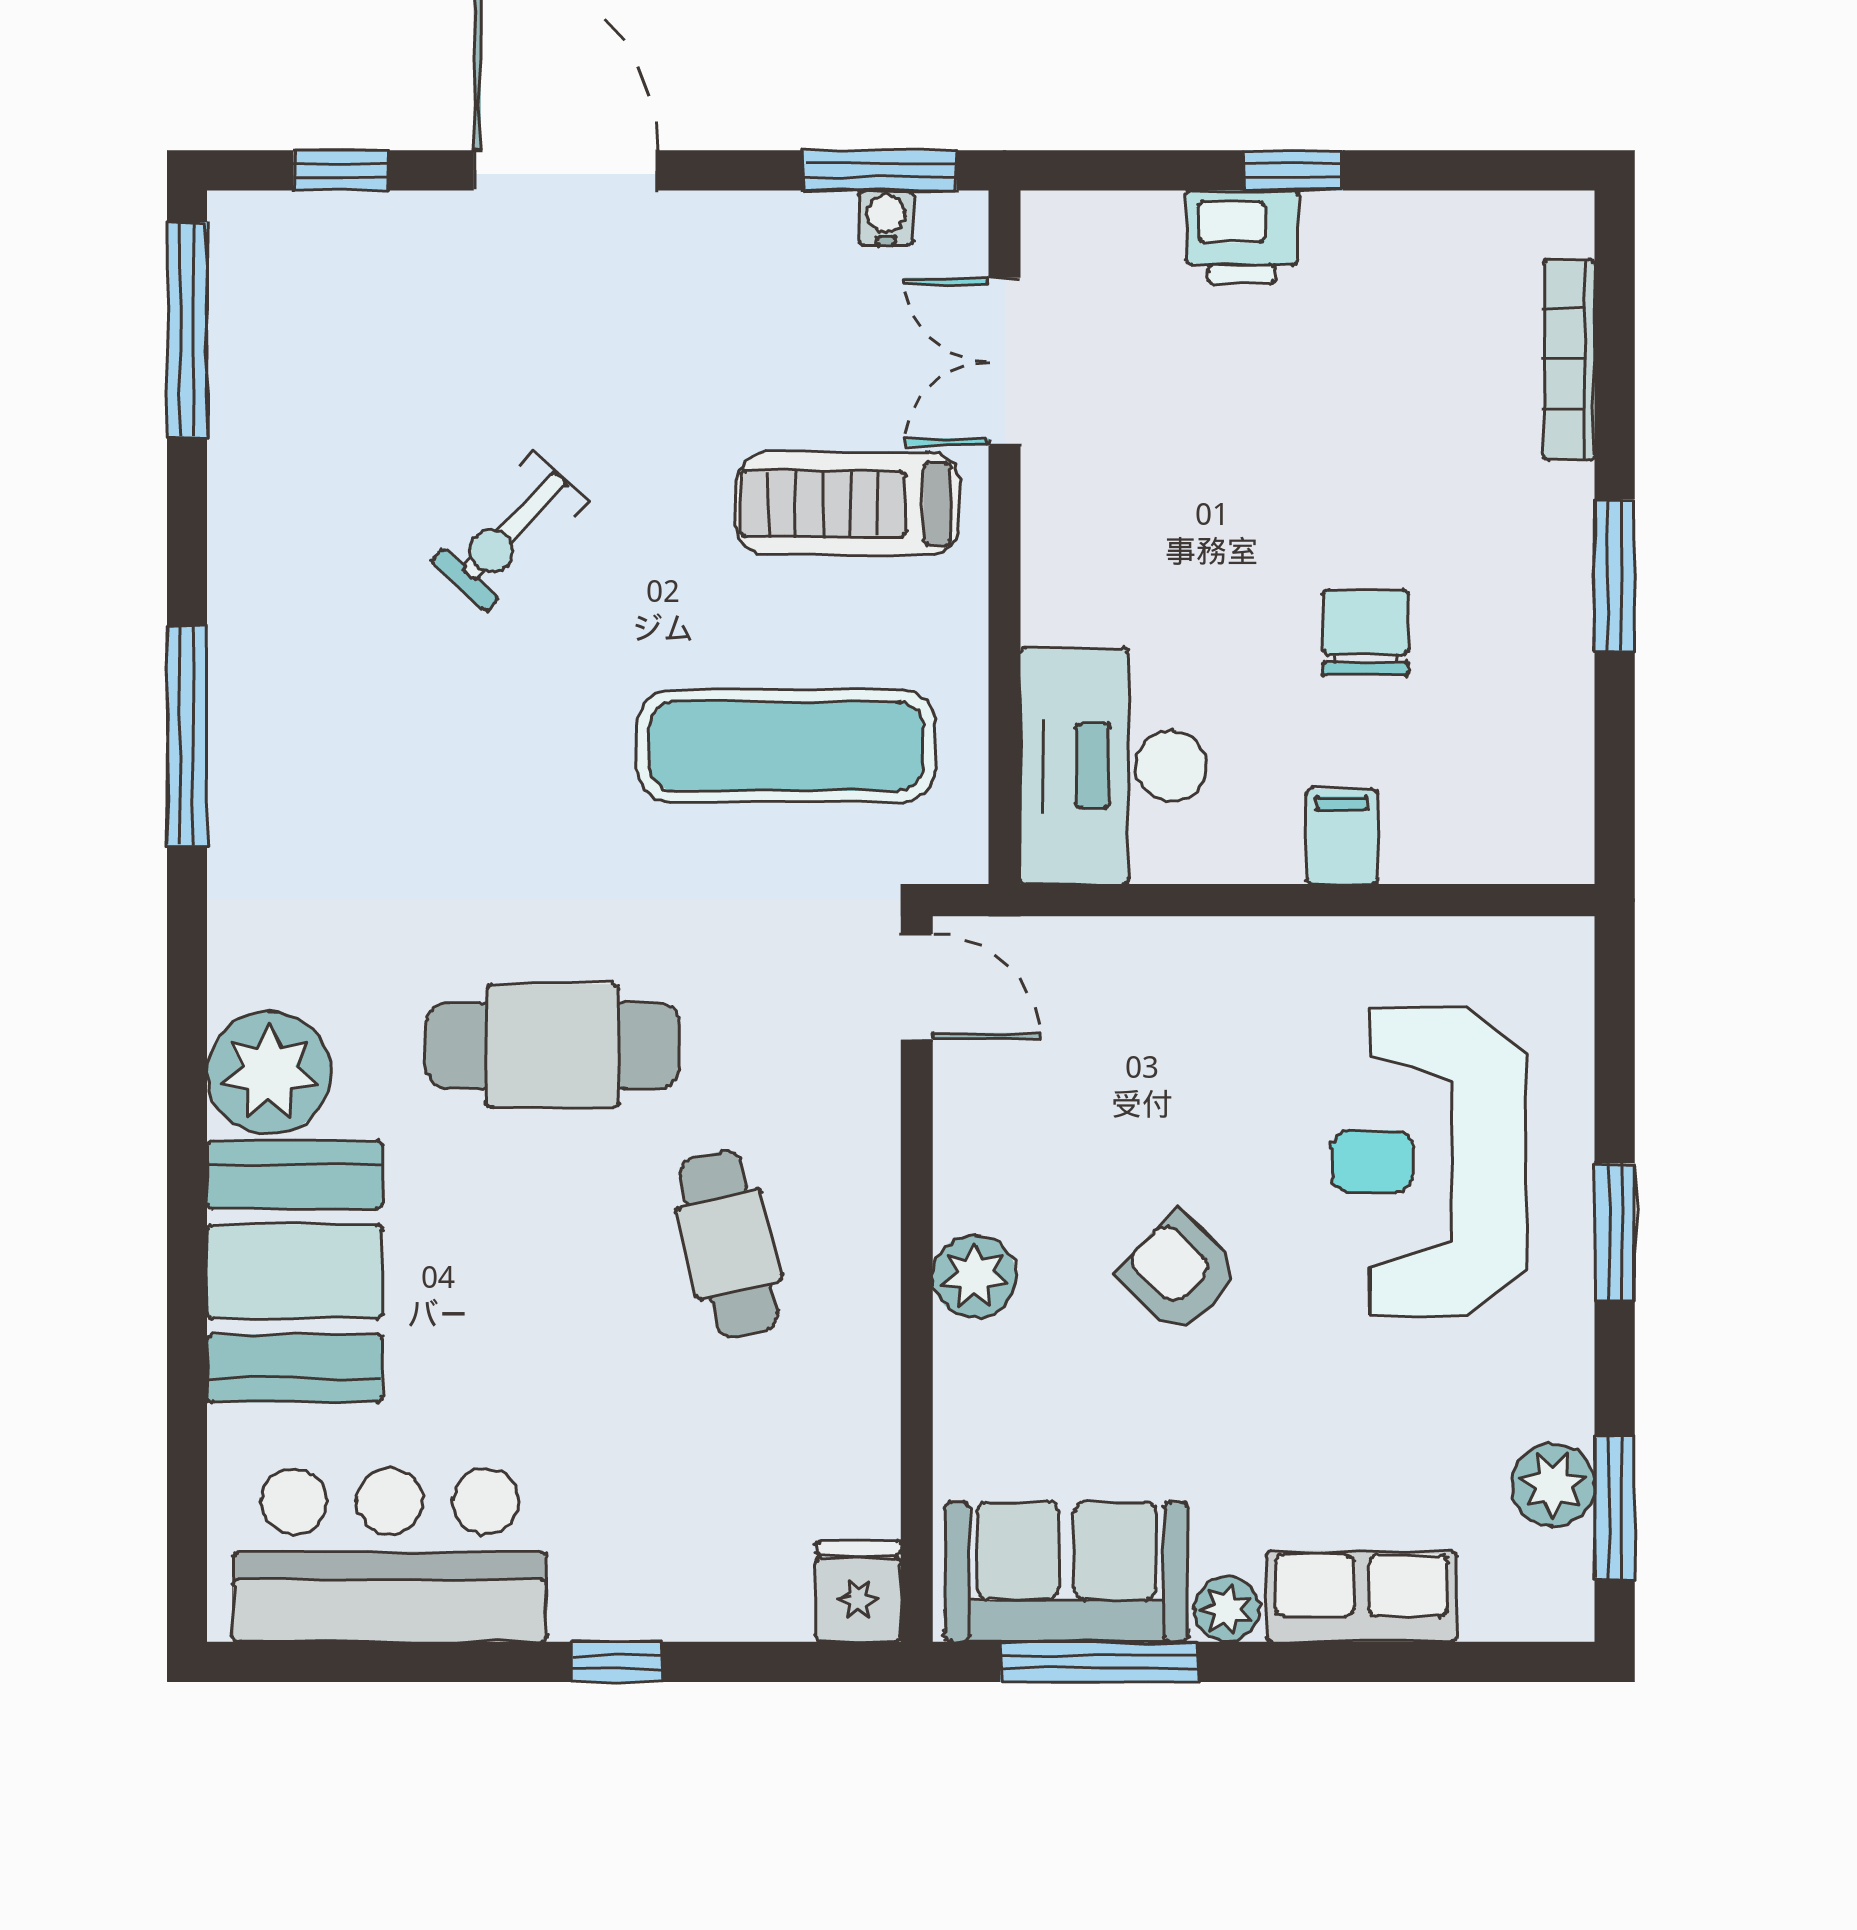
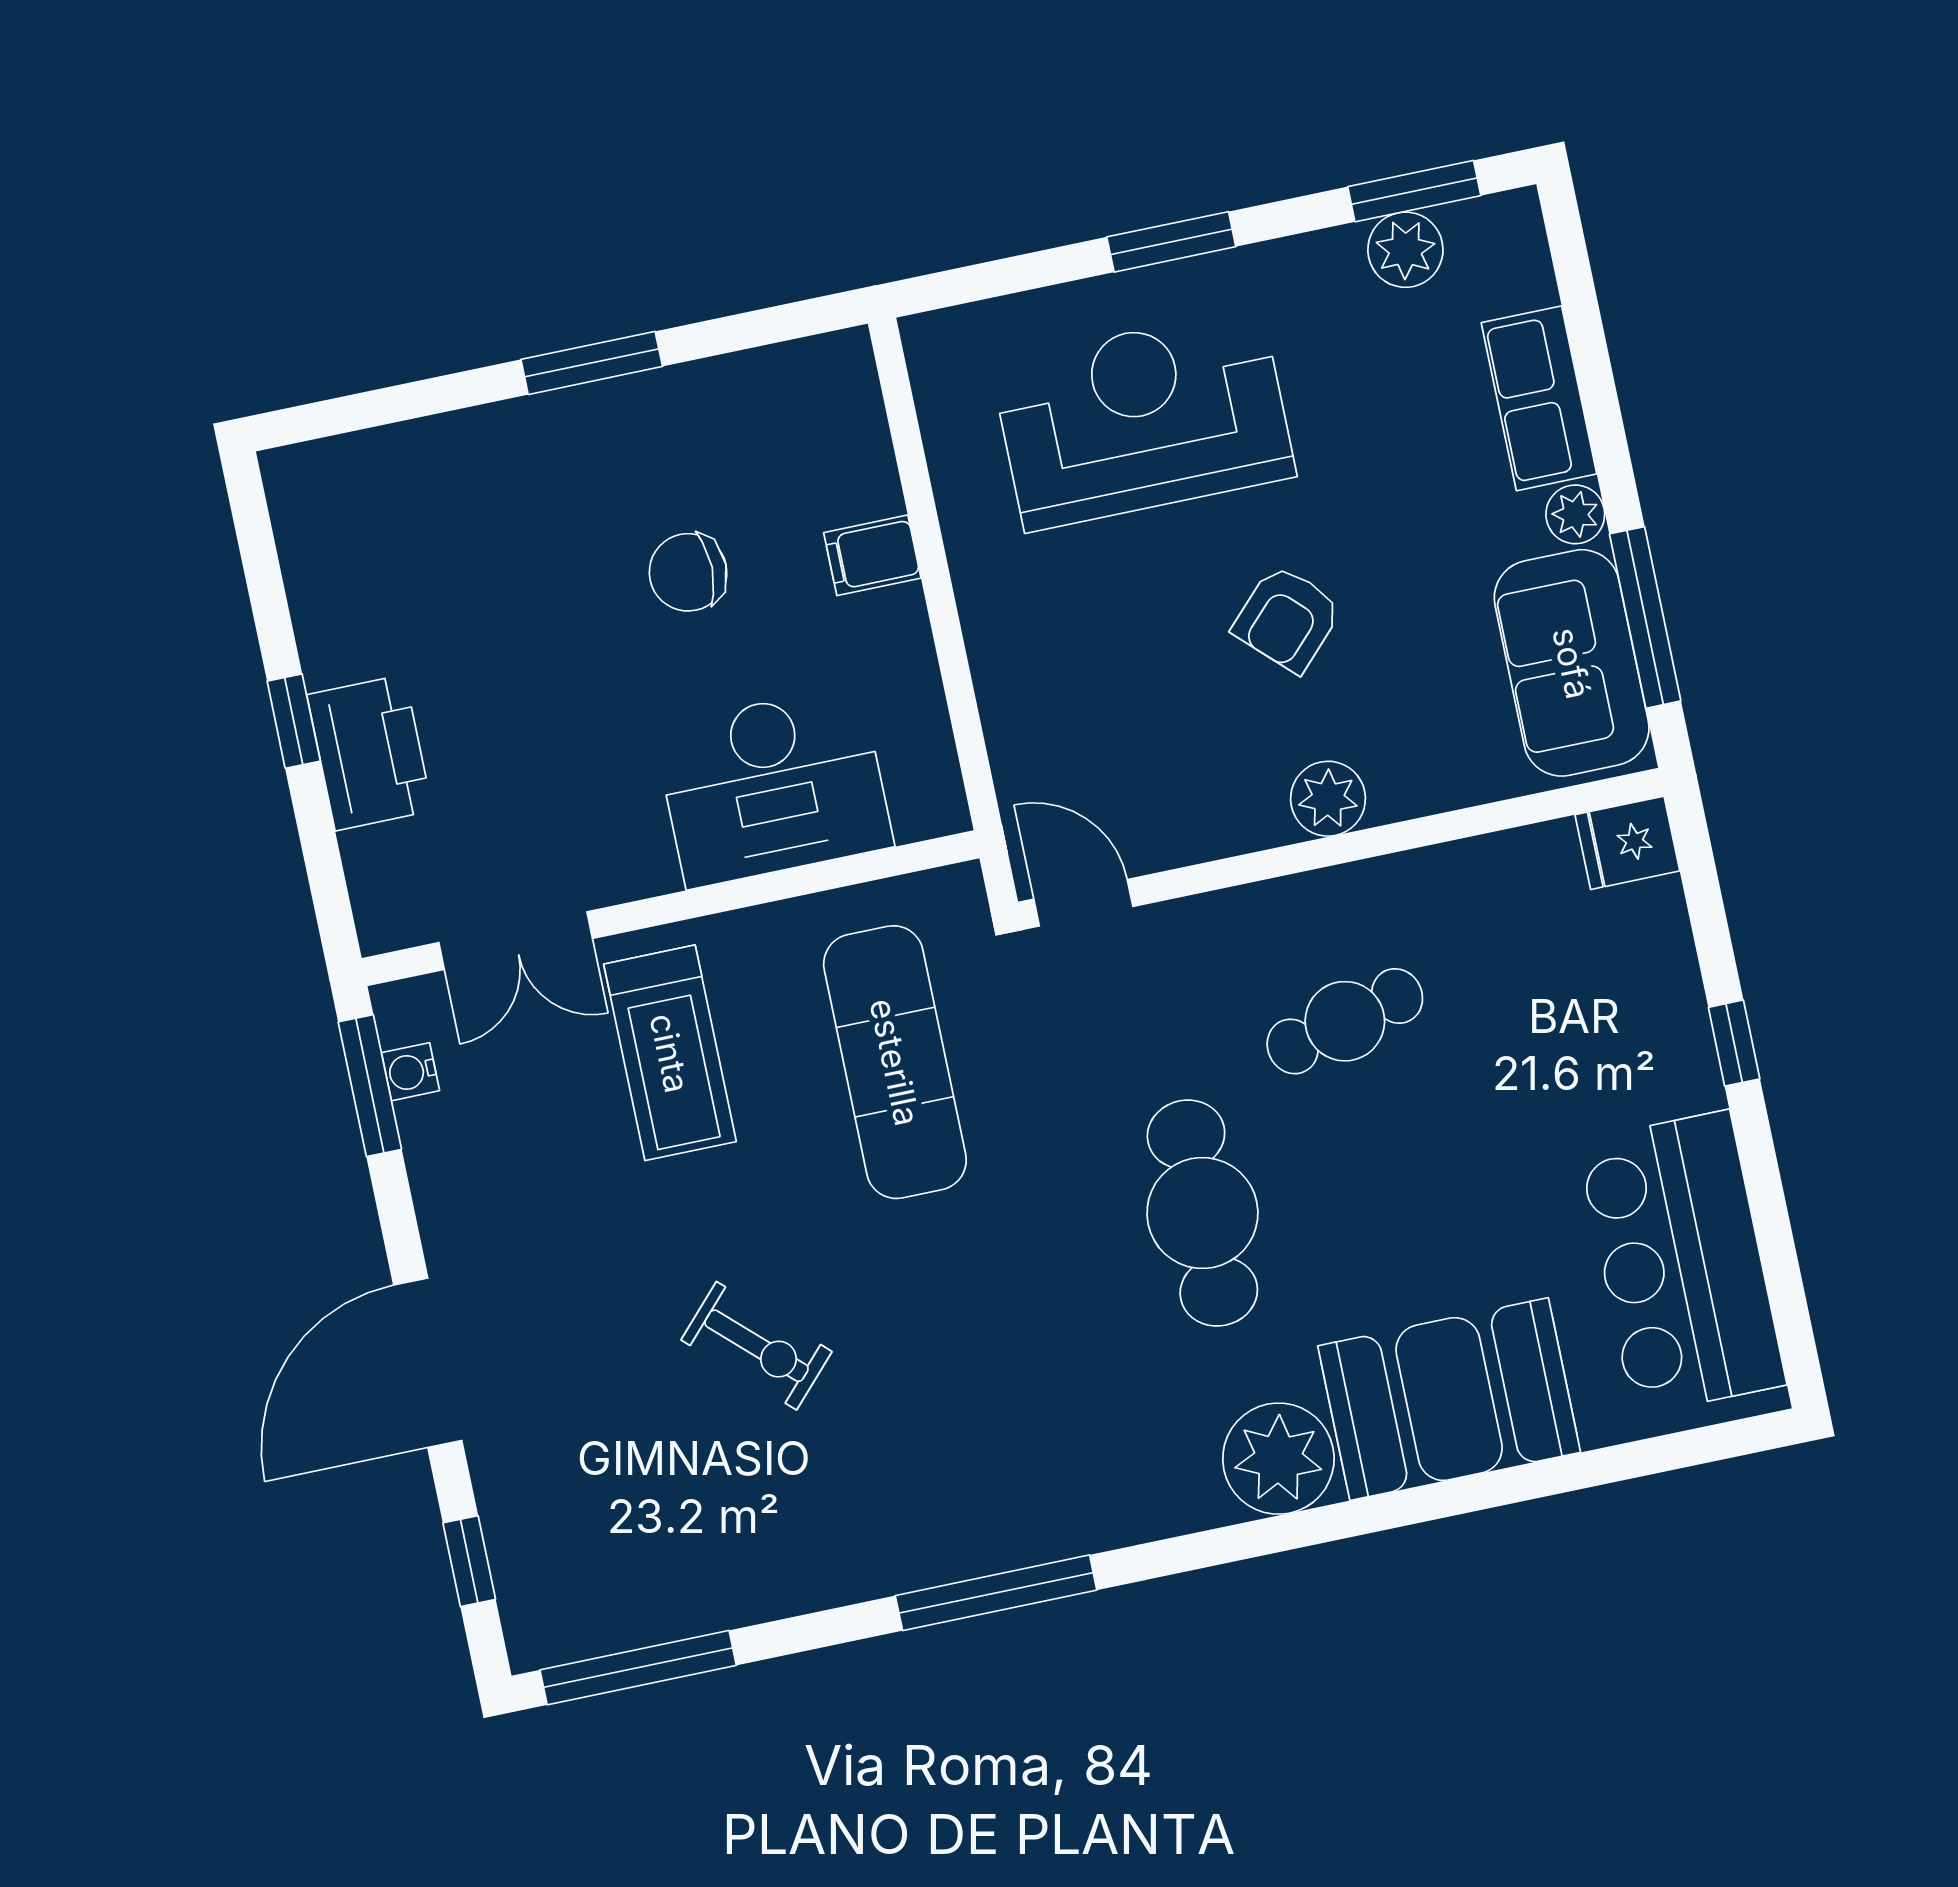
printer: (1242, 237) -> (370, 753), width x1.37, depth x1.19
bookcase: (1569, 360) -> (410, 443), removed
desk: (1113, 766) -> (773, 786), moved
door: (917, 987) -> (1083, 903), hinge flipped
reception desk: (1428, 1162) -> (1143, 419), turned 180

